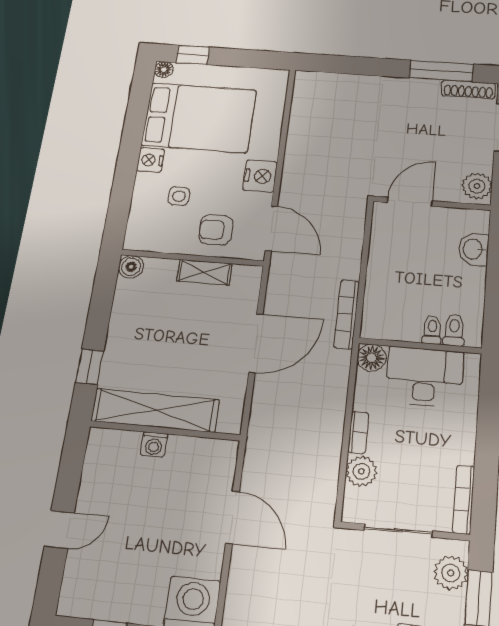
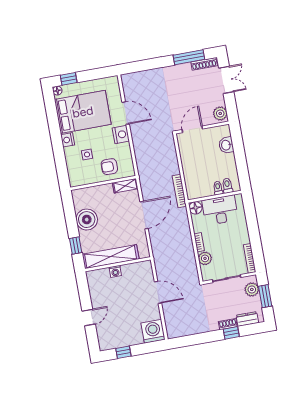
door: (271, 228) -> (126, 113), moved
boiler: (131, 267) -> (87, 220), moved, width x1.86, depth x1.86
shelving: (204, 272) -> (125, 186), moved

